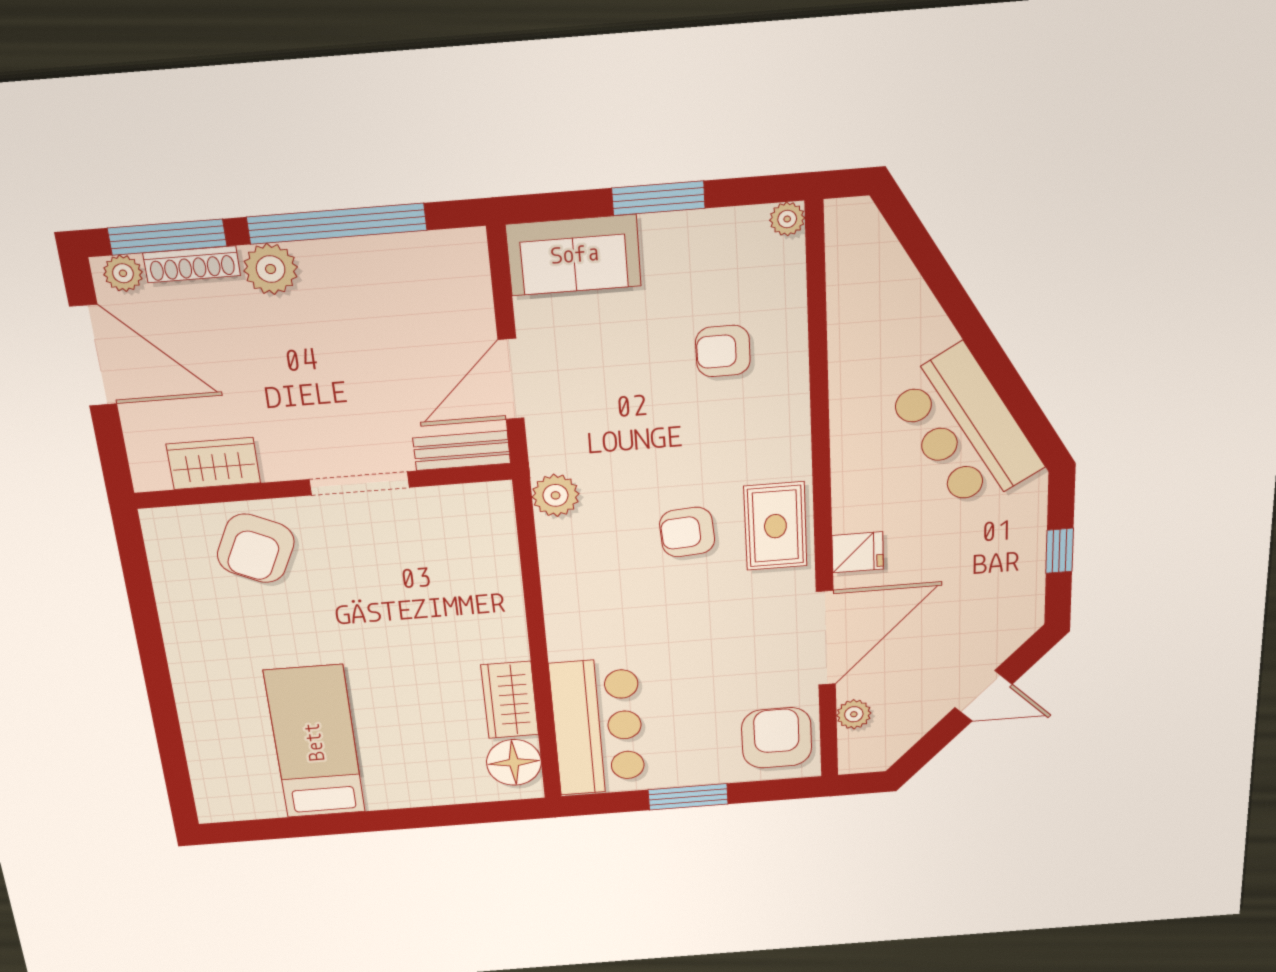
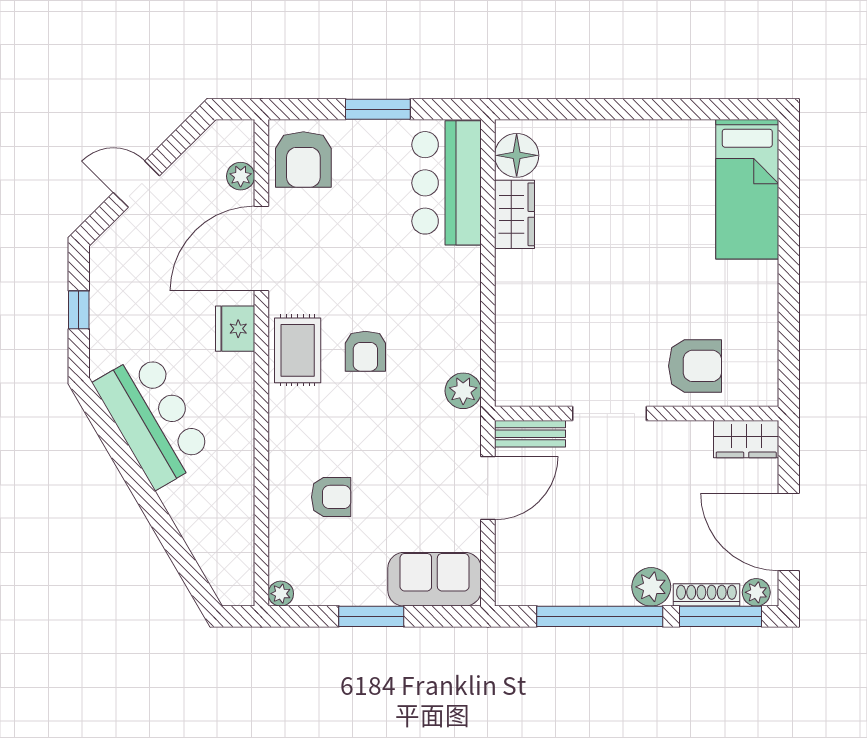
wardrobe: (213, 464) -> (746, 439), moved
armchair: (687, 532) -> (365, 351), turned 94
armchair: (256, 548) -> (695, 366), turned 65
fridge: (858, 552) -> (235, 329), width x1.38
bed: (315, 742) -> (747, 189), moved

